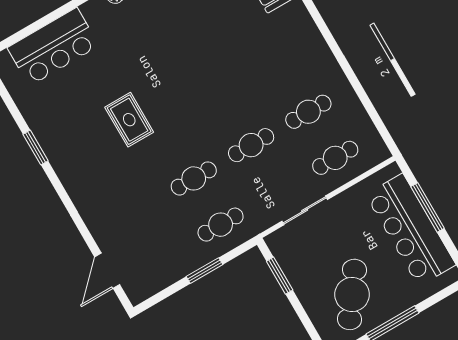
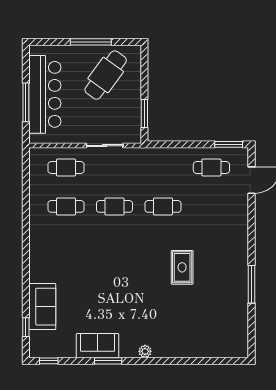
bar counter: (53, 47) -> (203, 341), removed
window: (35, 147) -> (251, 284), width x1.44
cafe table: (221, 225) -> (211, 168), moved
window: (205, 271) -> (229, 144), moved

